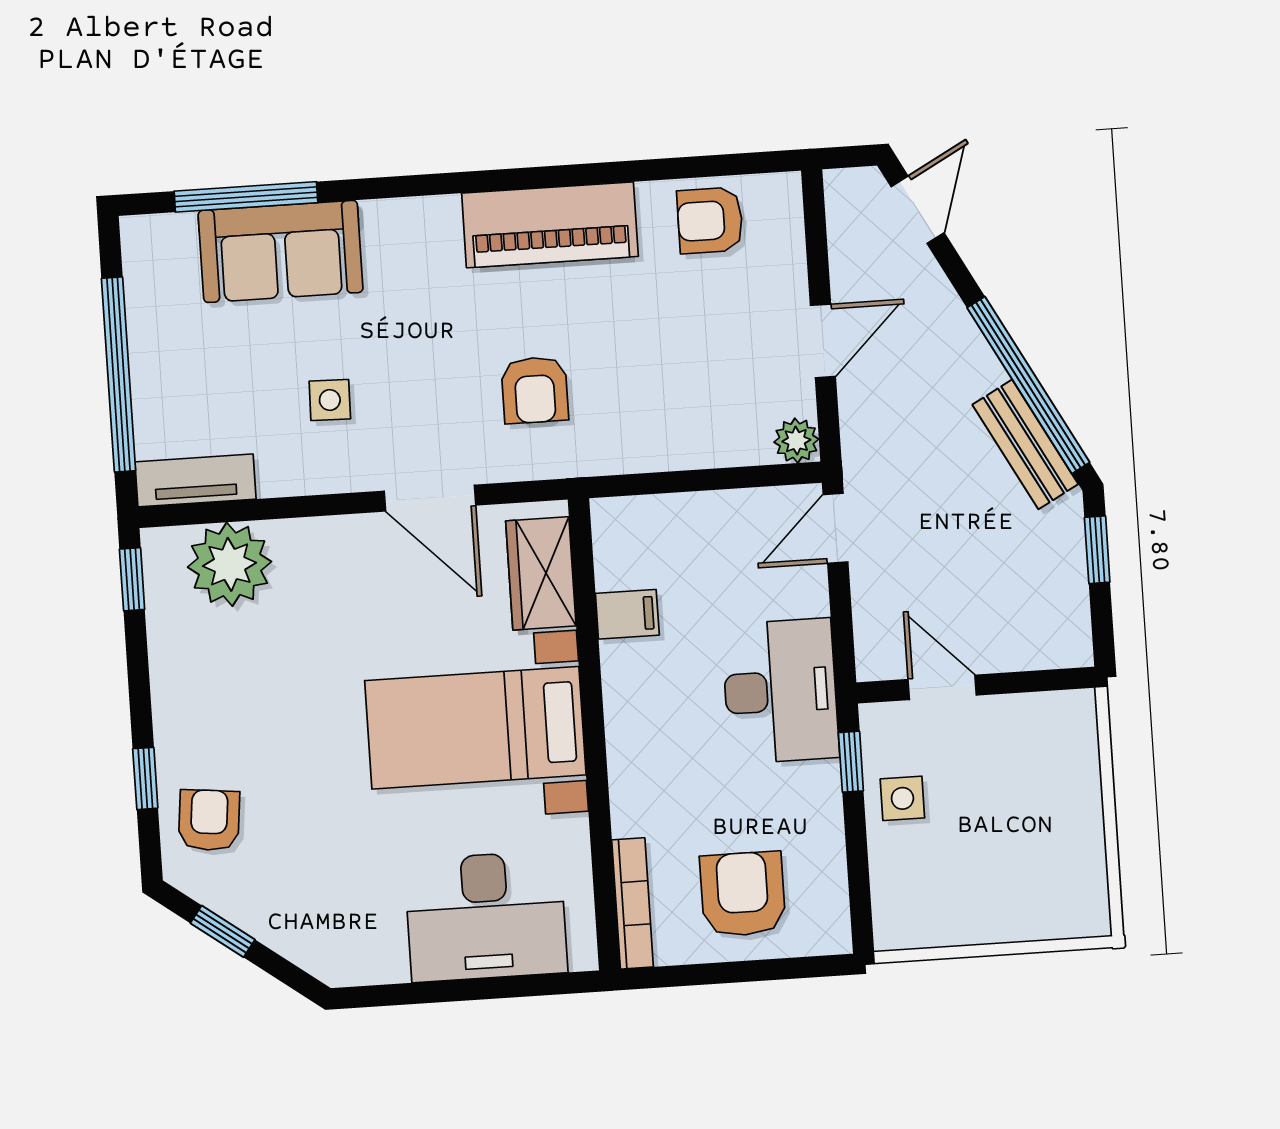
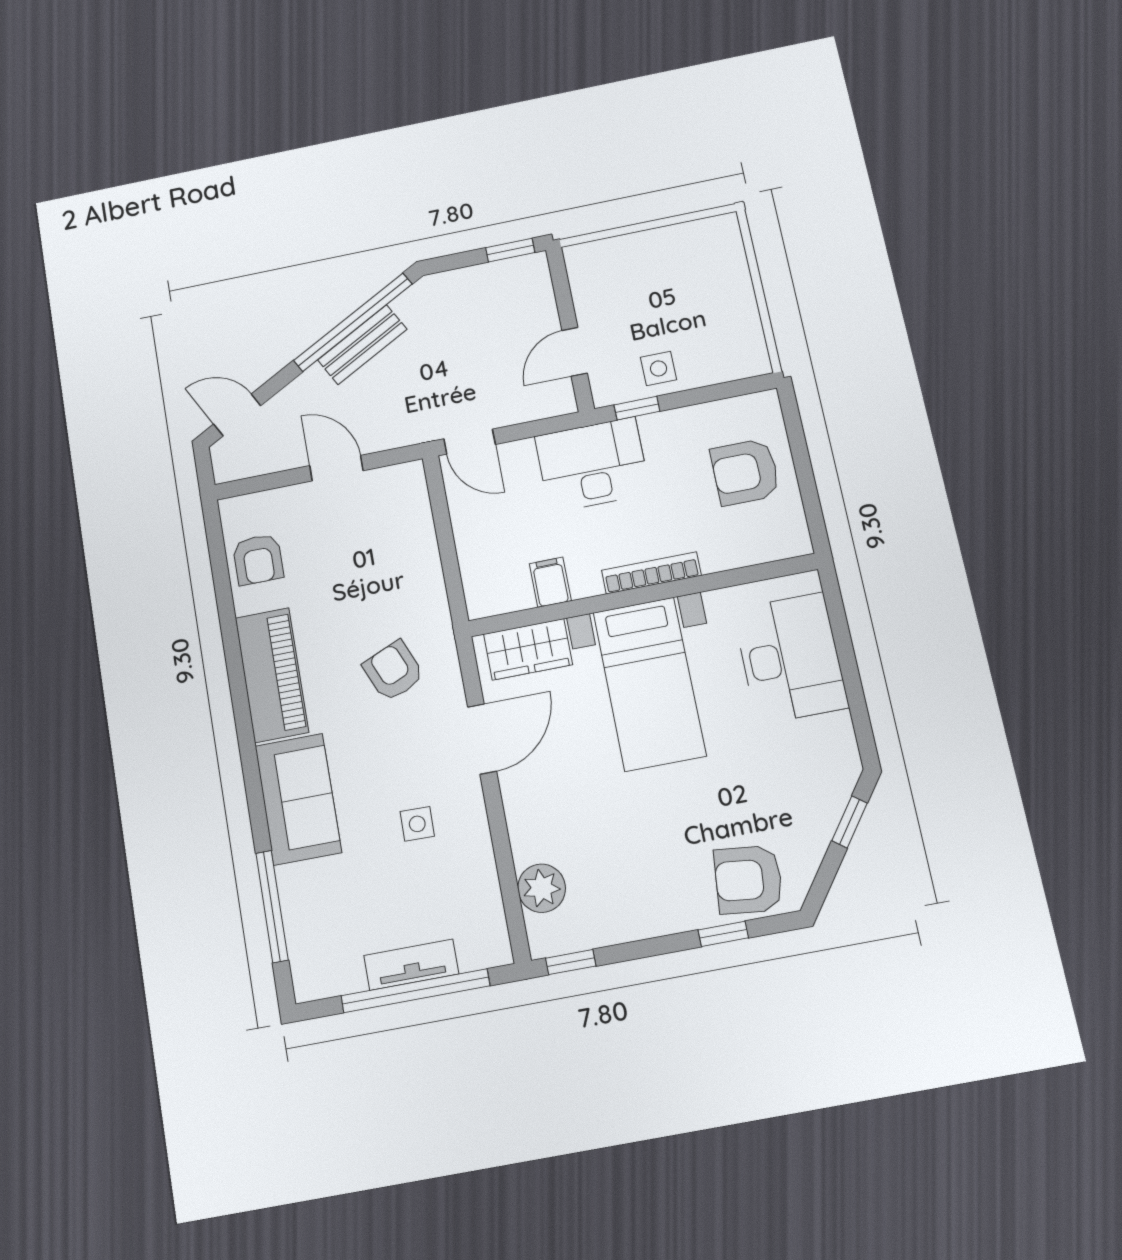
sofa: (281, 251) -> (298, 799), moved
armchair: (535, 390) -> (393, 671), turned -113
plant: (796, 441) -> (410, 477), removed
bench: (1025, 444) -> (362, 345), moved
tv unit: (195, 480) -> (411, 965), moved, turned 90
window: (1097, 550) -> (510, 250), moved
plant: (230, 564) -> (542, 888), width x0.73, depth x0.73
armchair: (209, 820) -> (748, 880), width x1.38, depth x1.38
bookcase: (633, 903) -> (651, 573), moved
window: (223, 931) -> (850, 822), moved

